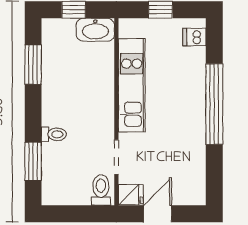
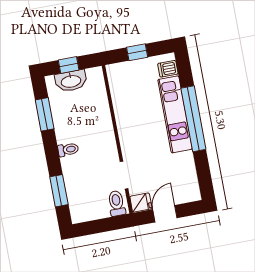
washbasin: (95, 30) -> (71, 81), moved
kitchen unit: (132, 85) -> (175, 114), moved, turned 180
toilet: (54, 134) -> (68, 150), moved

